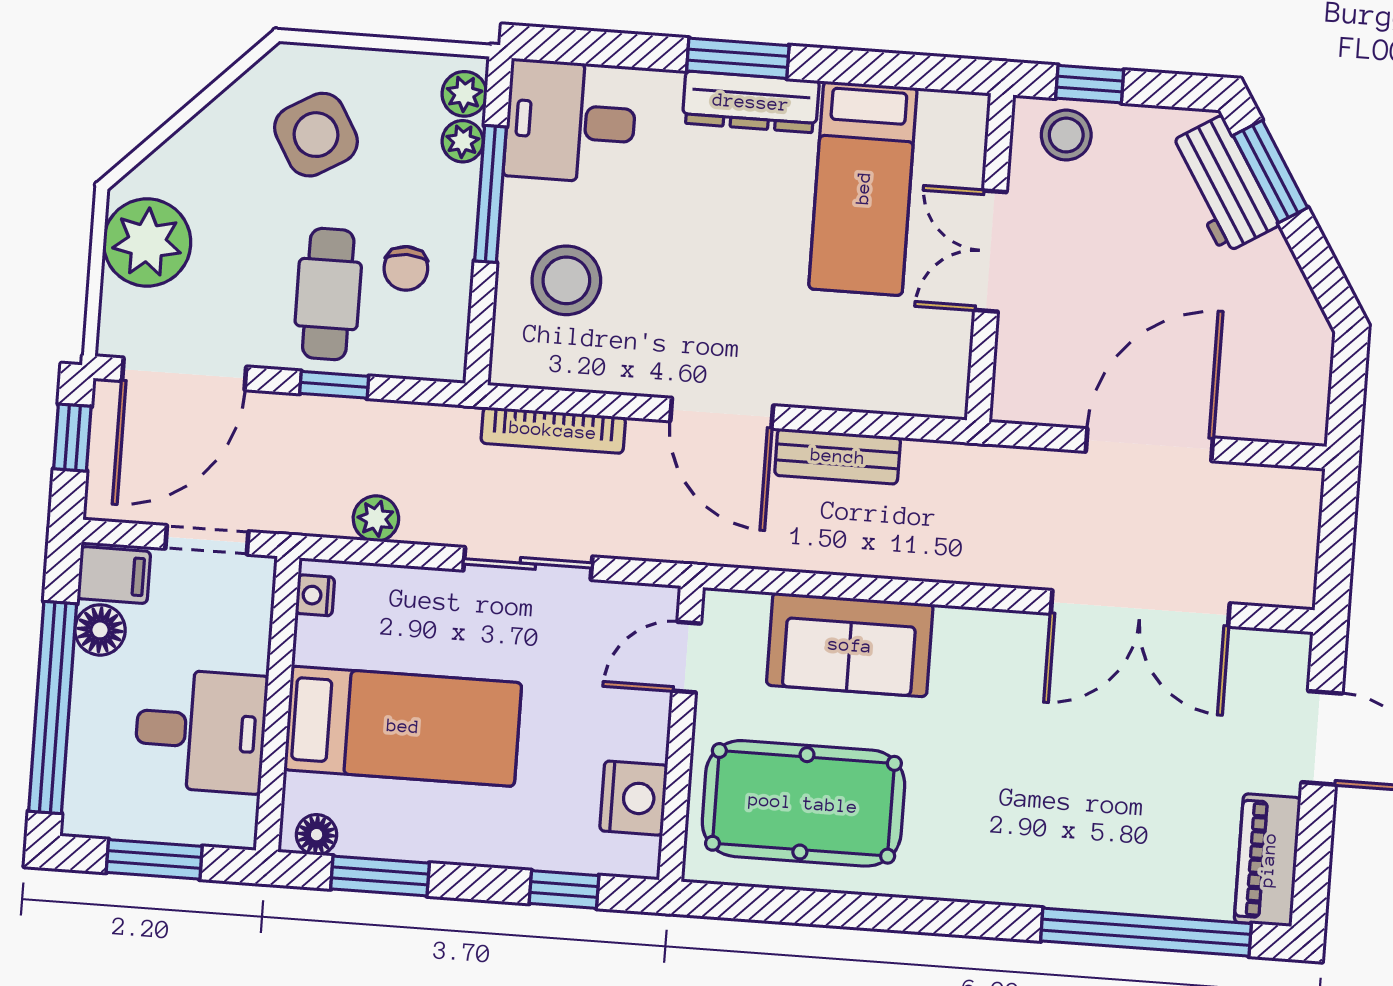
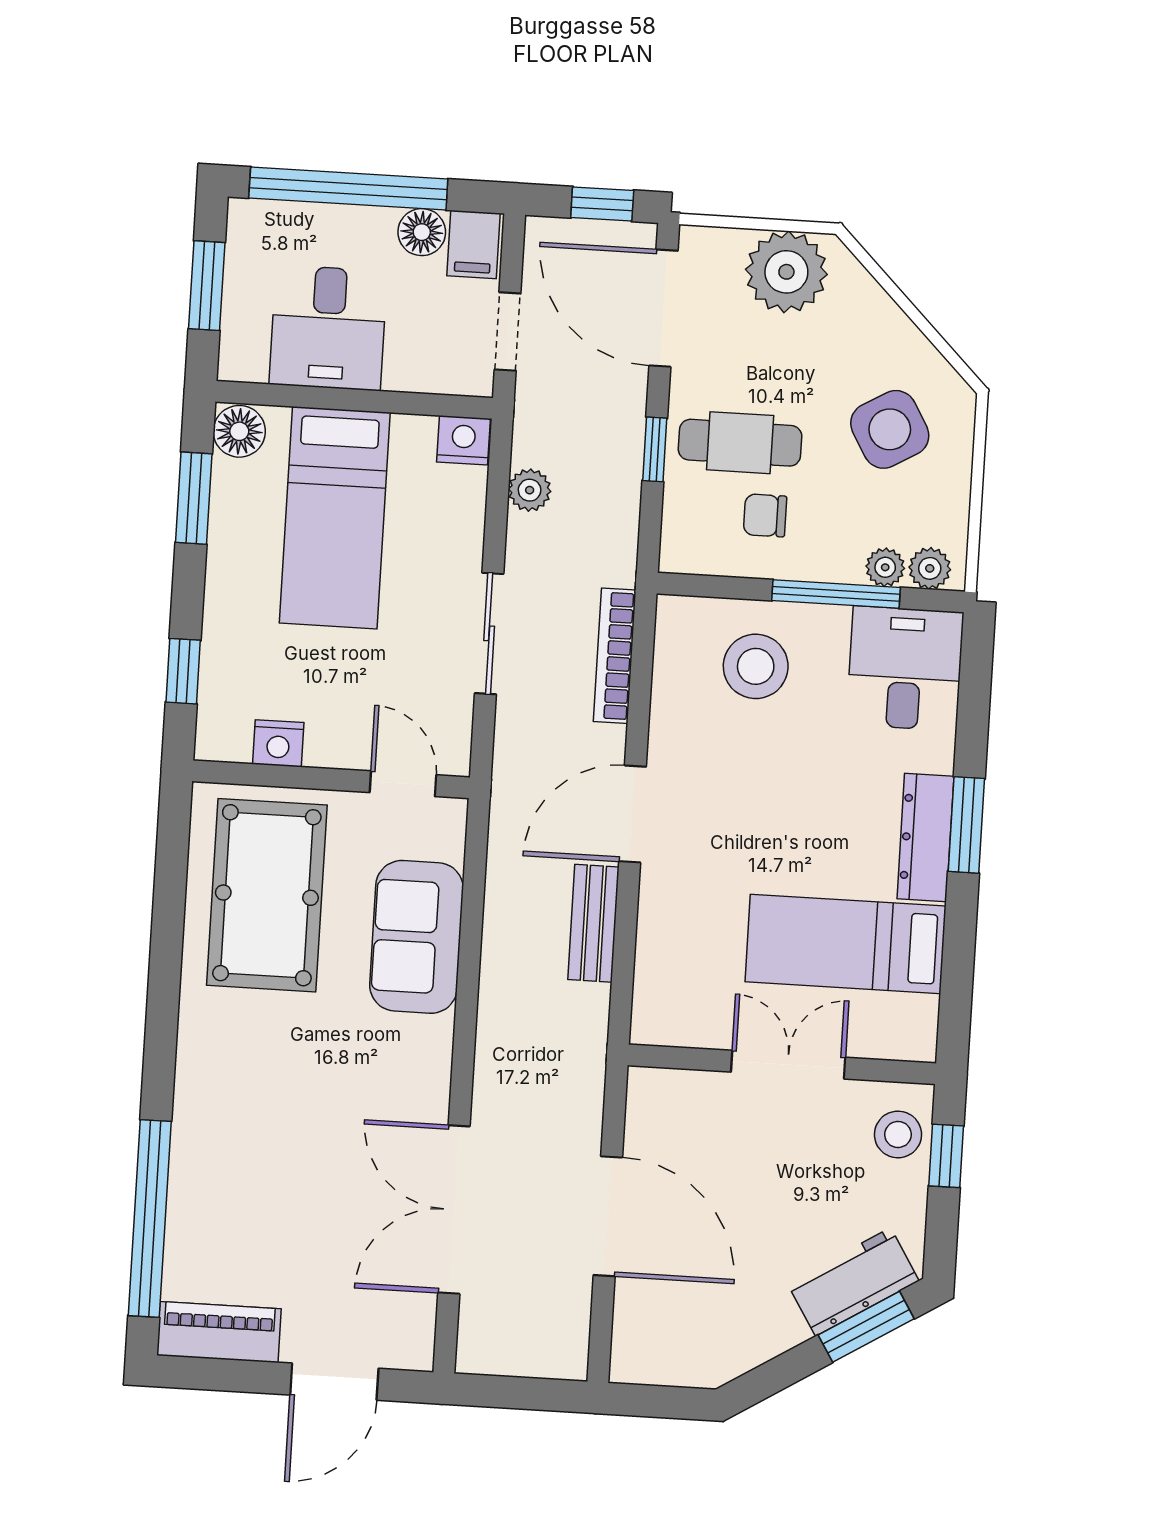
nightstand: (315, 595) -> (464, 440), width x1.39, depth x1.35
nightstand: (634, 798) -> (278, 743), width x0.74, depth x0.75
floor lamp: (317, 835) -> (239, 431), width x1.37, depth x1.37

